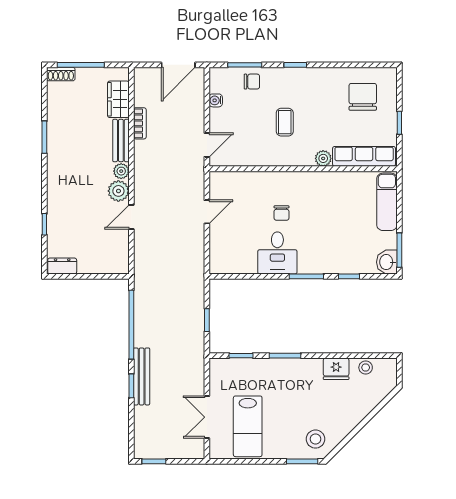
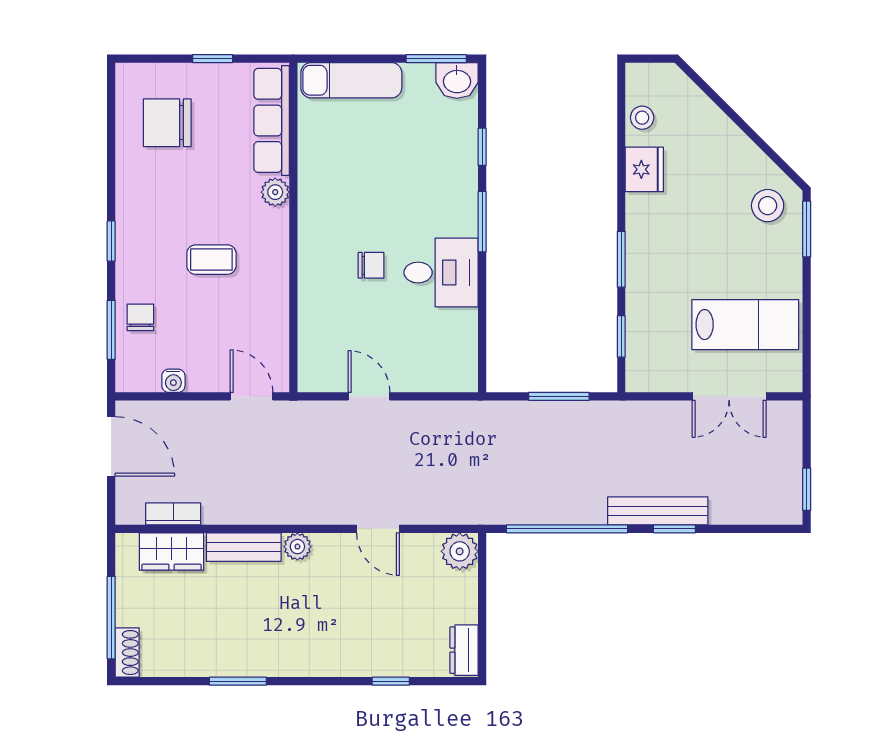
bookcase: (140, 123) -> (173, 514), moved
plant: (118, 191) -> (460, 551), moved
window: (207, 320) -> (559, 396), width x1.50

